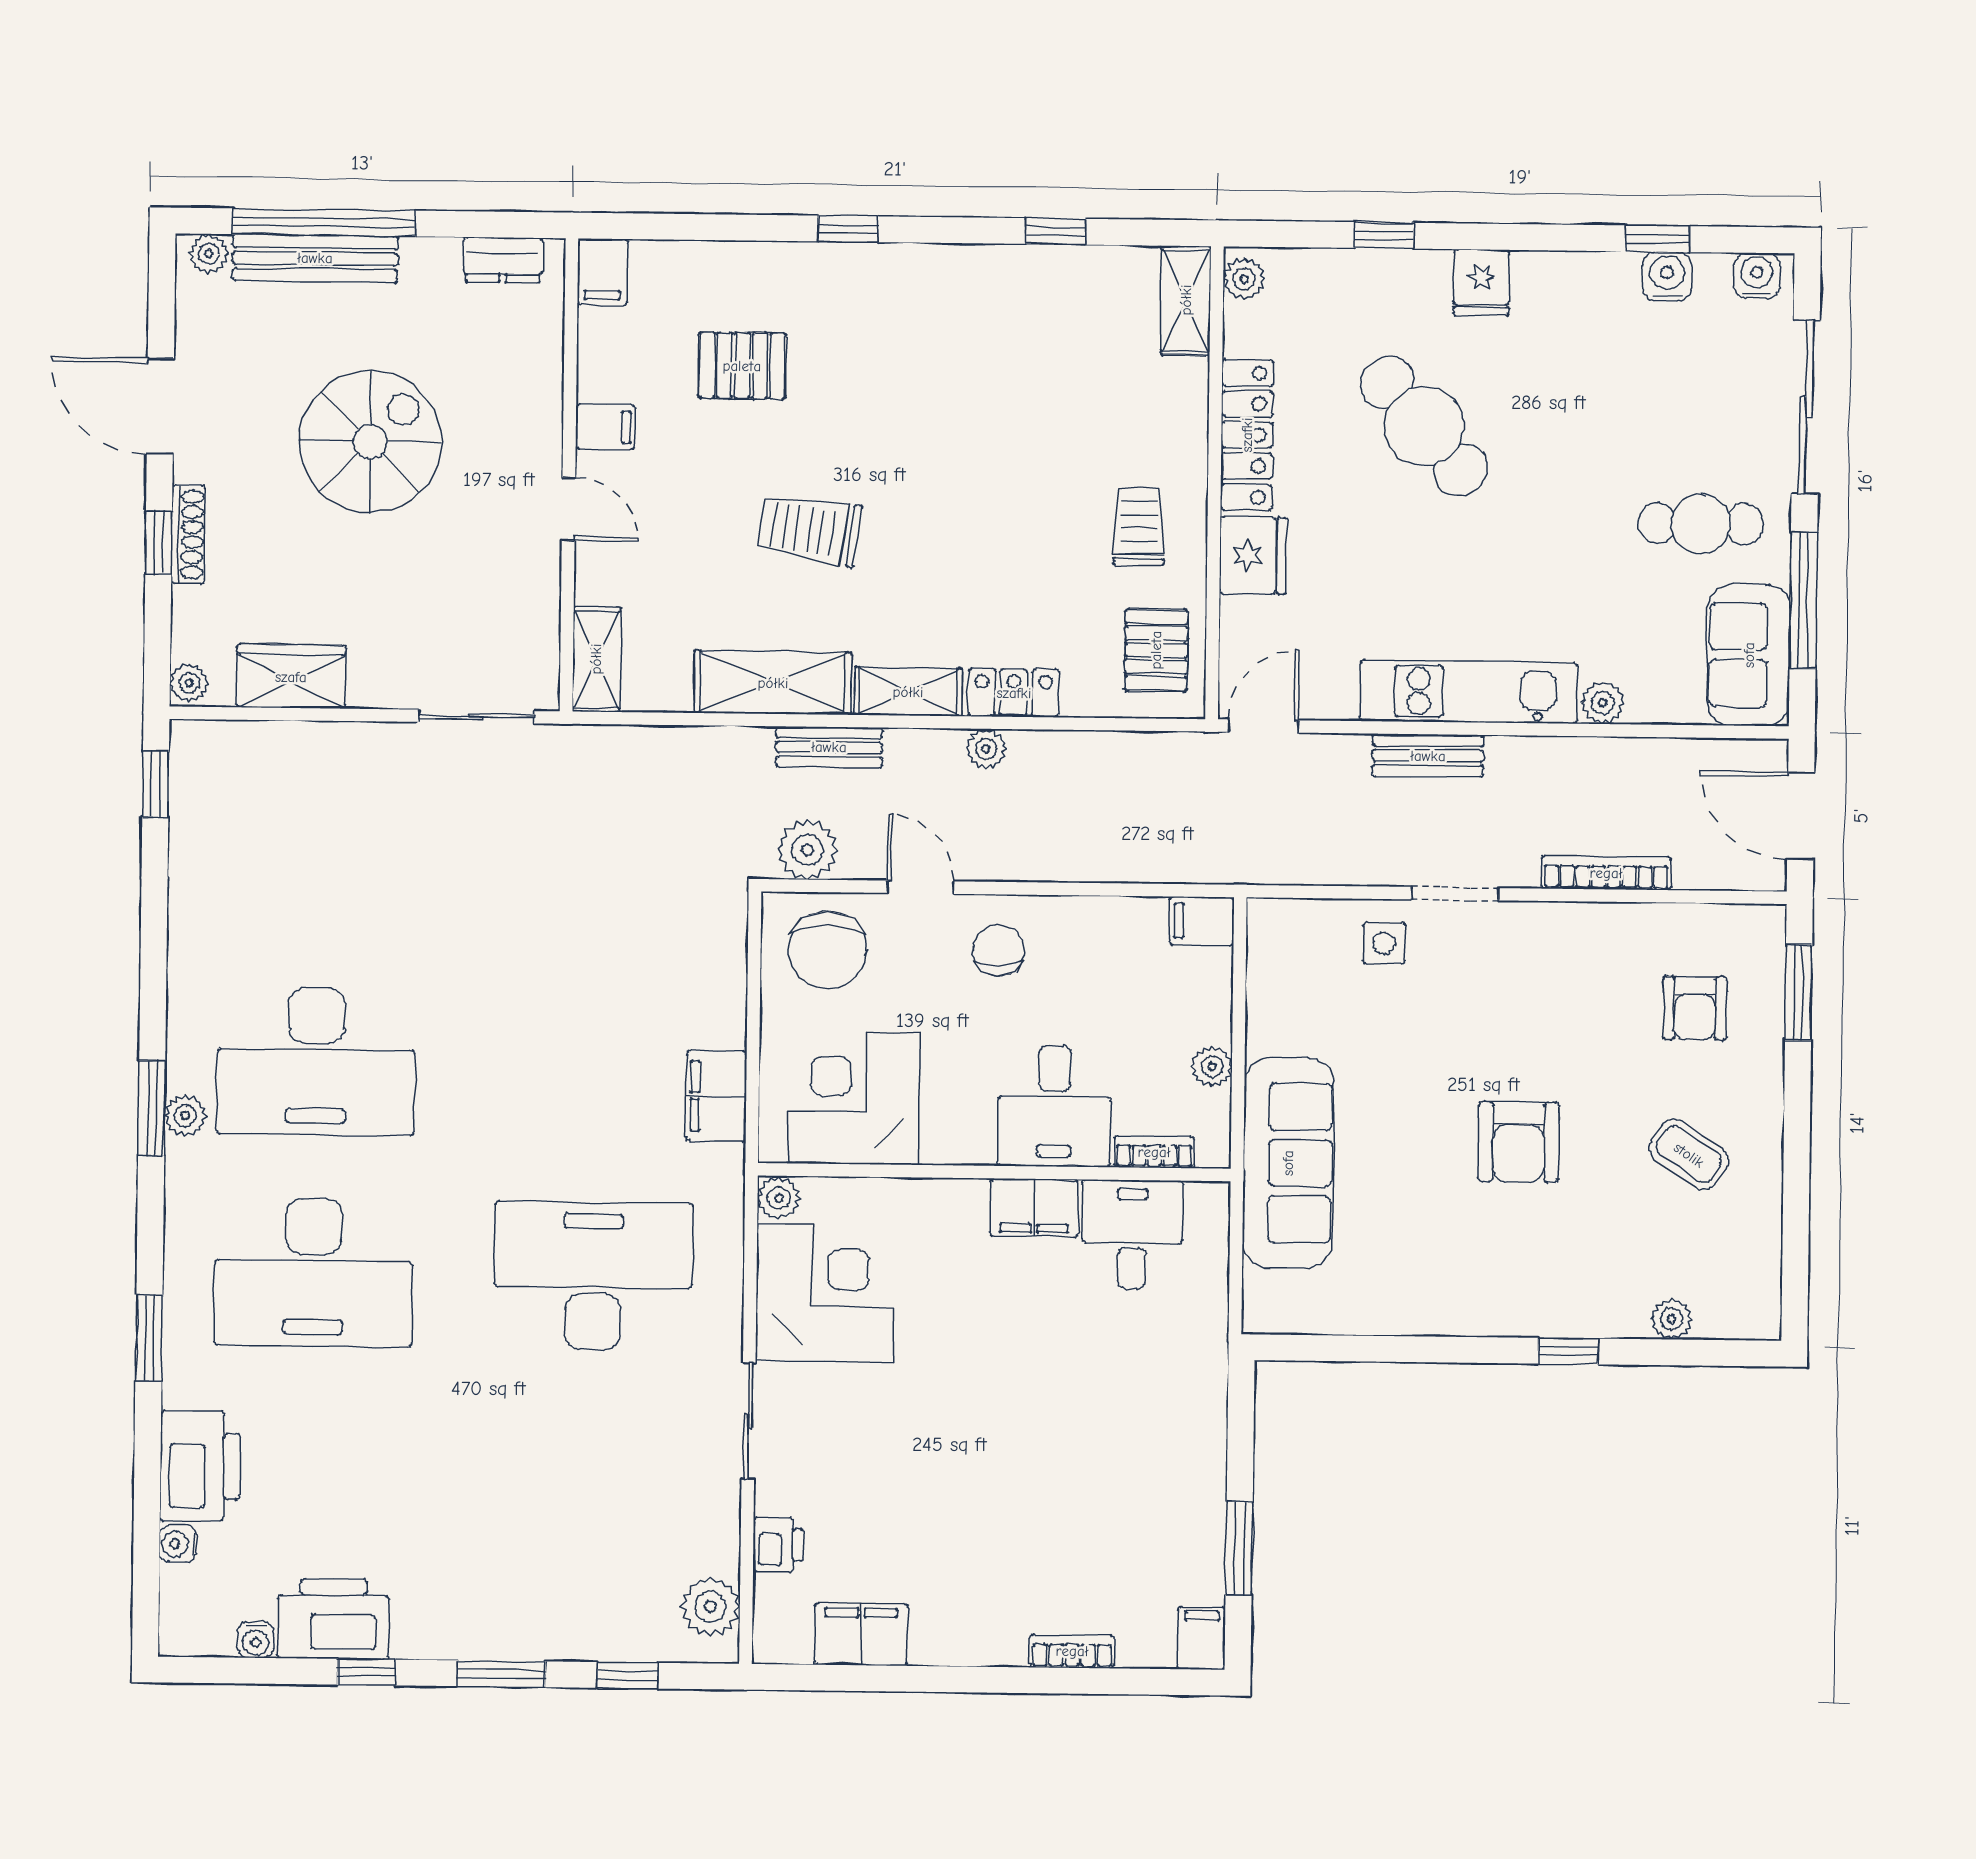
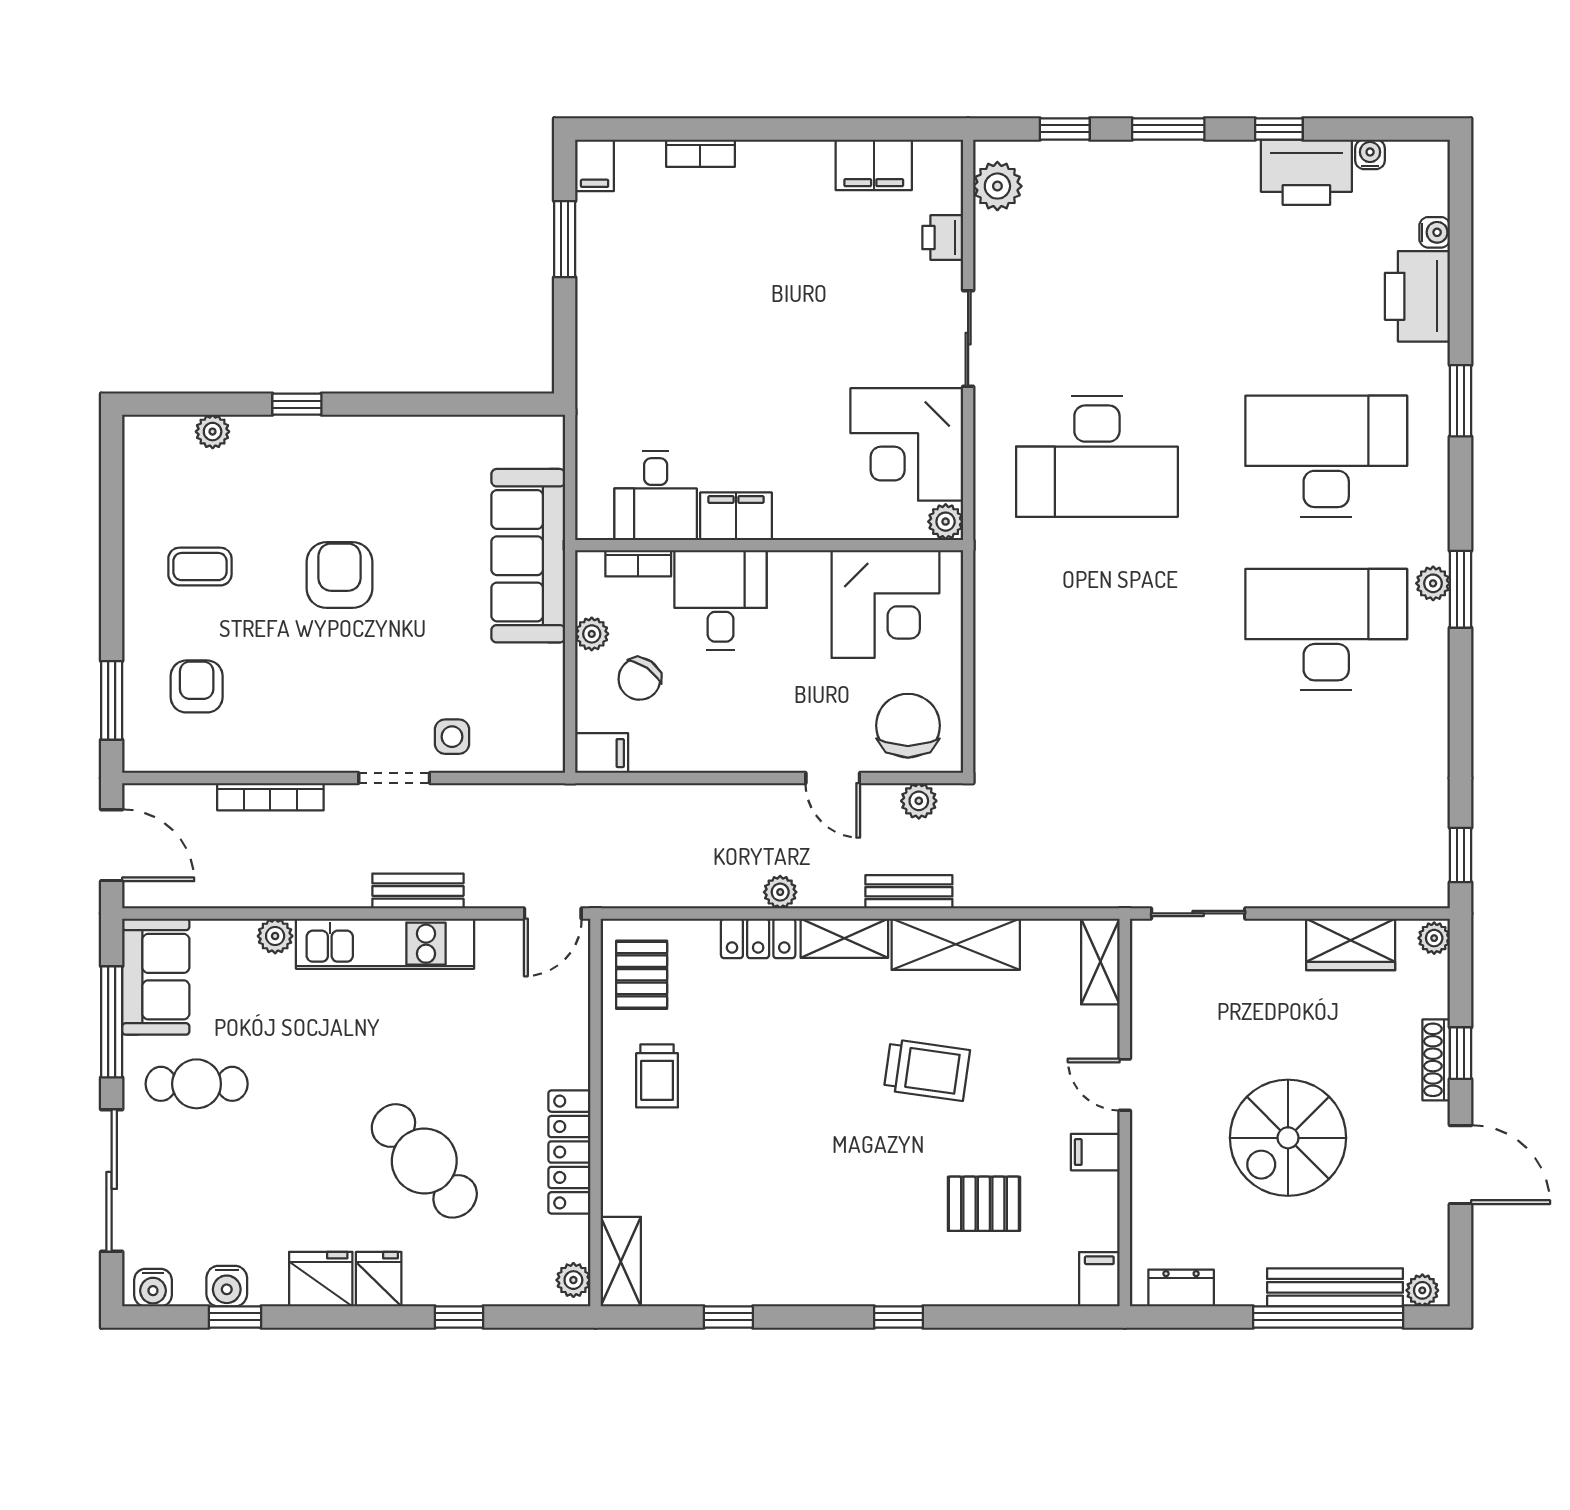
fridge: (1253, 555) -> (321, 1279), moved, turned 90
plant: (808, 850) -> (919, 801), width x0.73, depth x0.73
chair: (998, 950) -> (639, 679), moved, turned 35
filing cabinet: (716, 1096) -> (998, 605), removed
coffee table: (1689, 1155) -> (200, 567), turned -34

